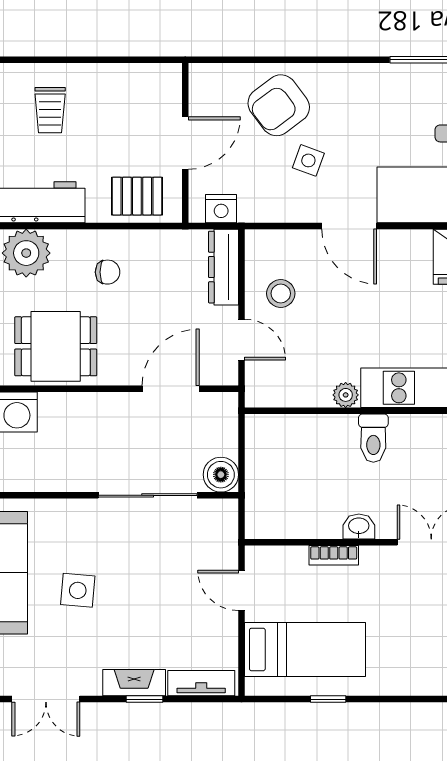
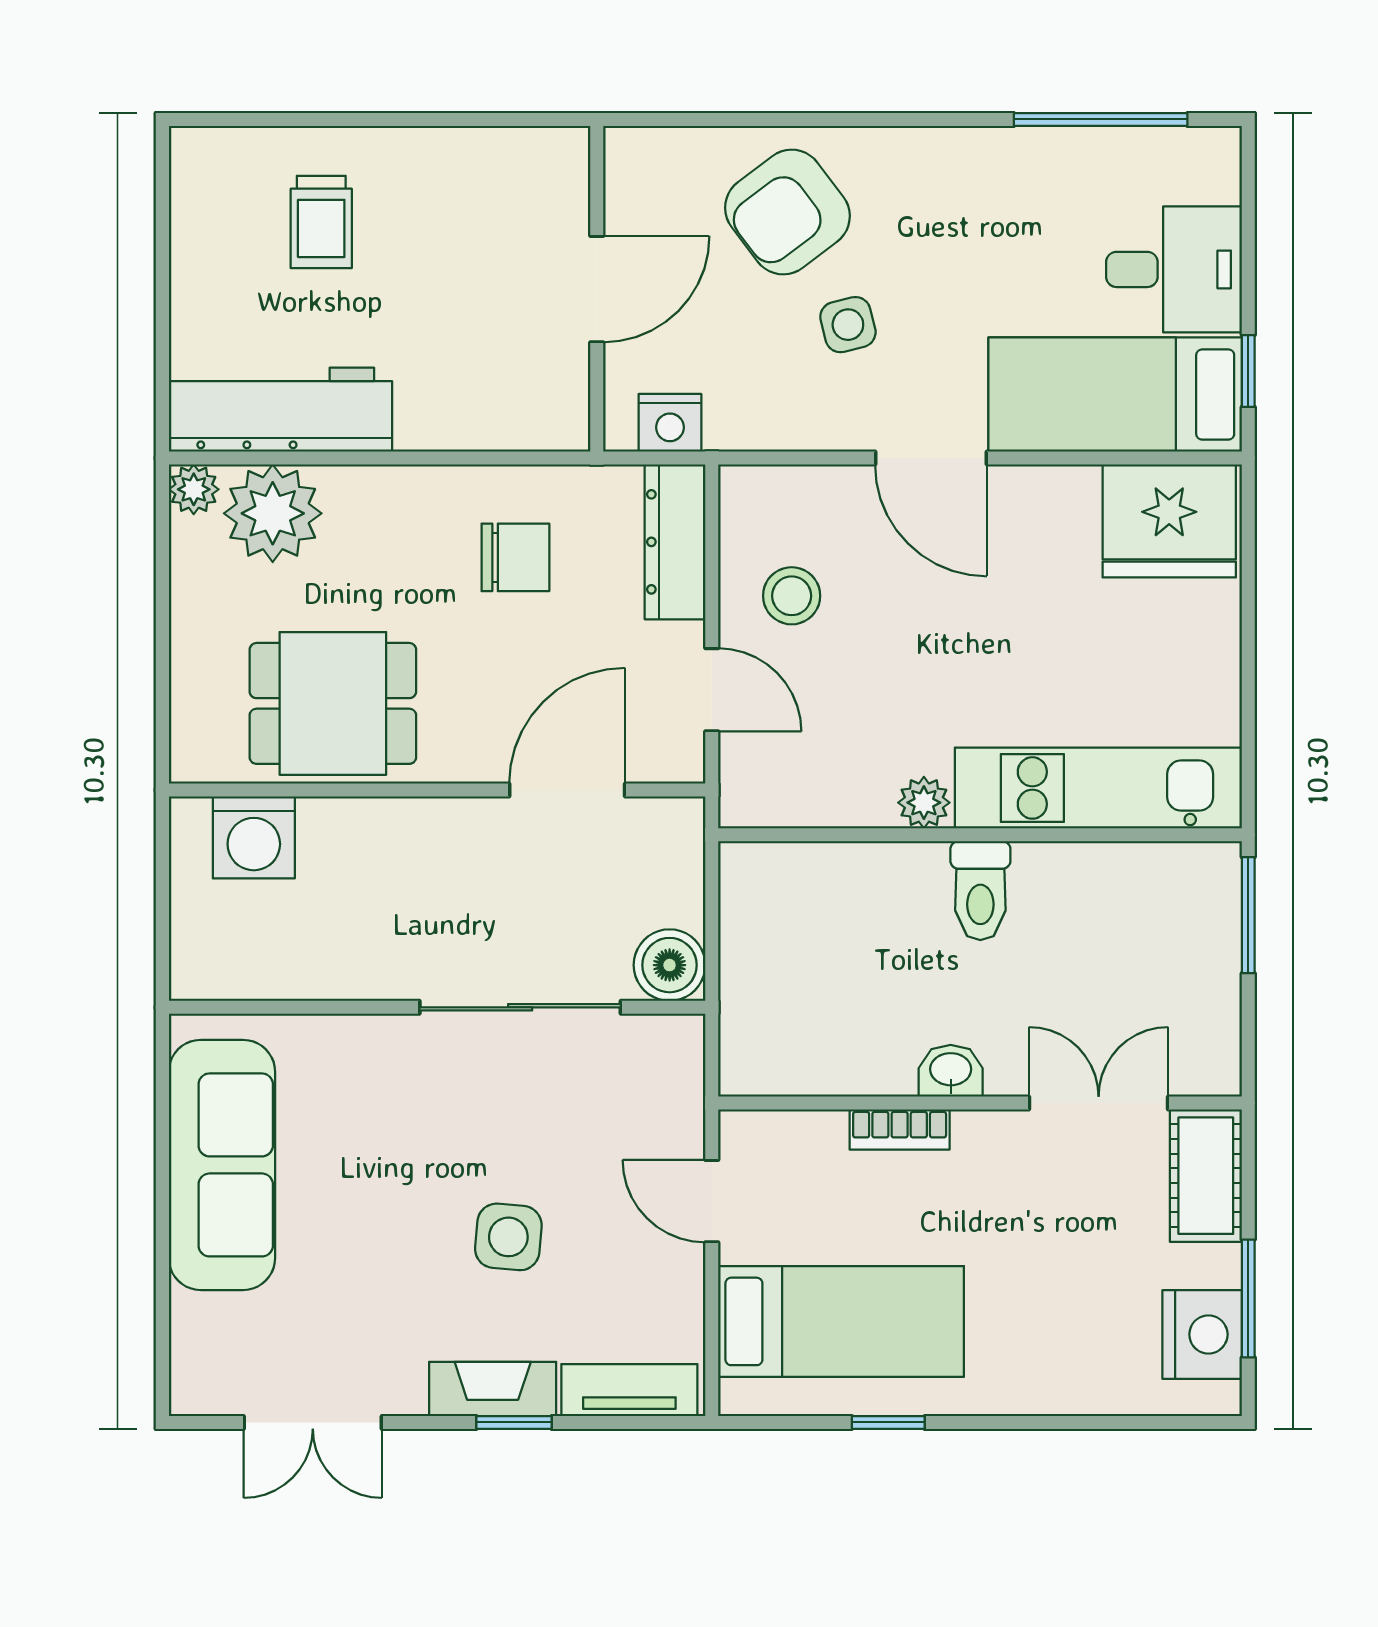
side table: (308, 160) -> (848, 325), turned -34
pallet: (137, 196) -> (498, 397), removed
chair: (108, 272) -> (515, 557), moved, width x1.37, depth x1.37
side table: (78, 590) -> (508, 1237), moved

